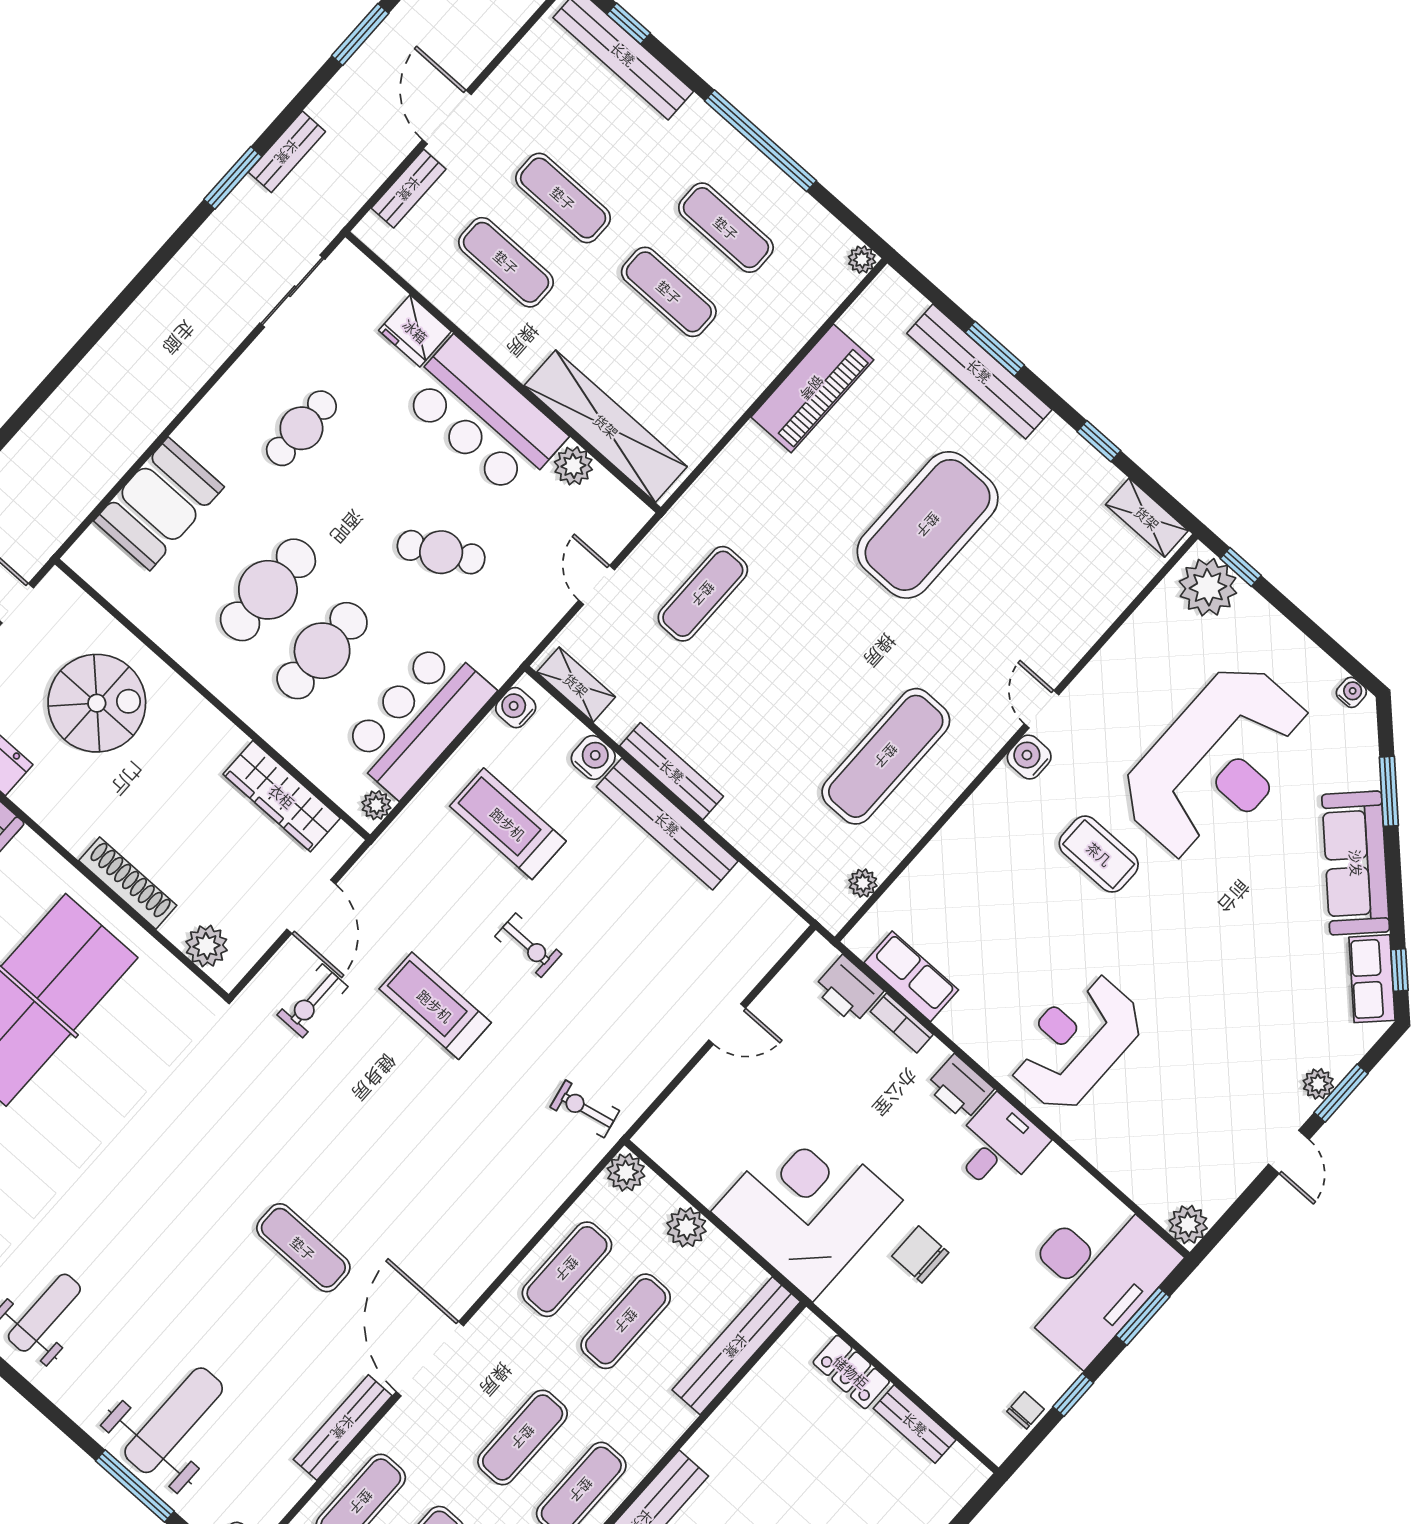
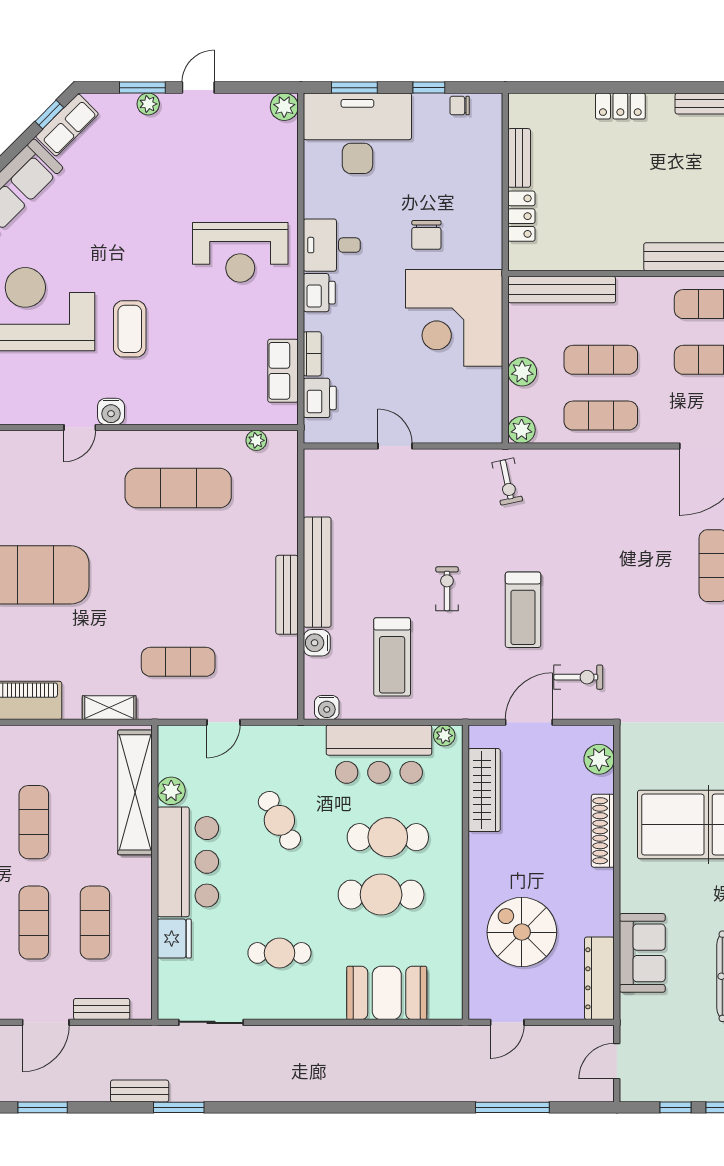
shelving: (576, 685) -> (109, 708), moved, turned 90

